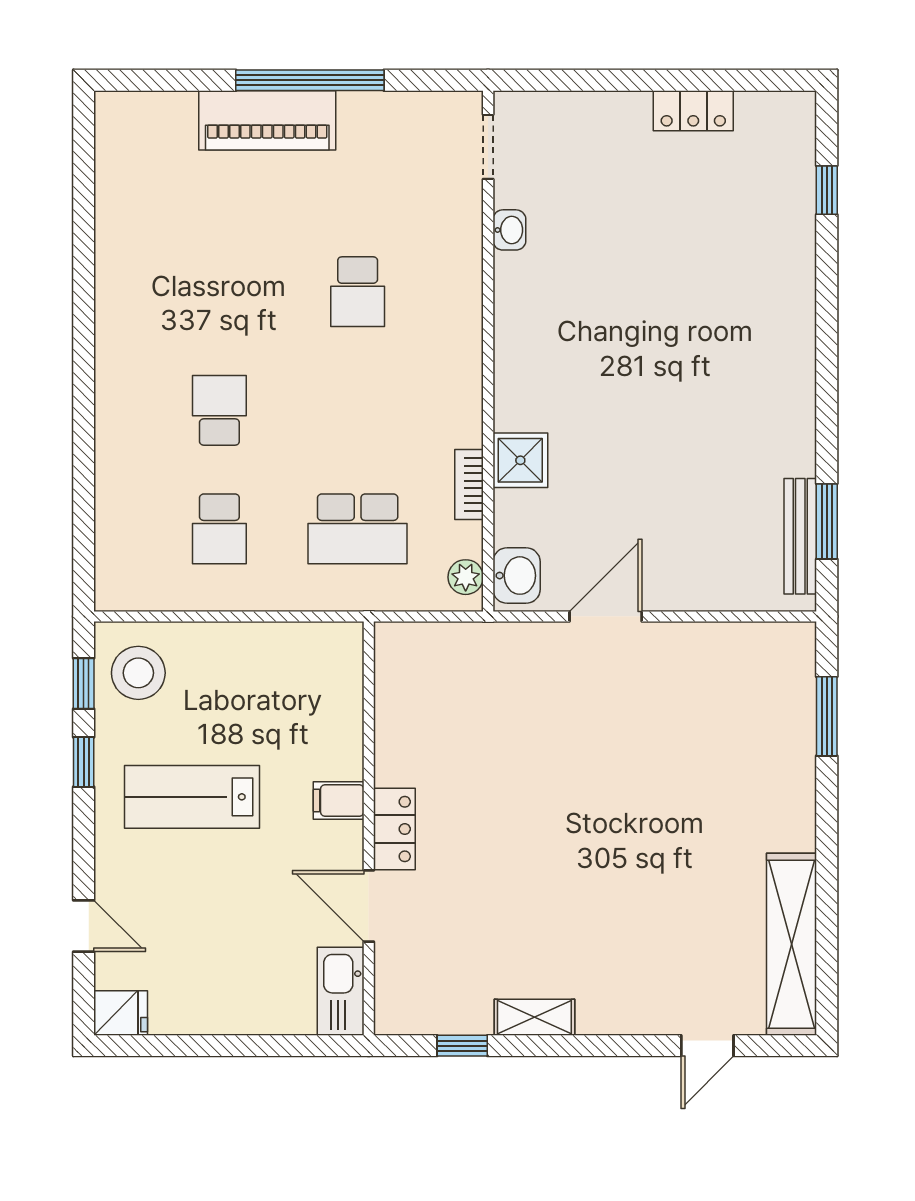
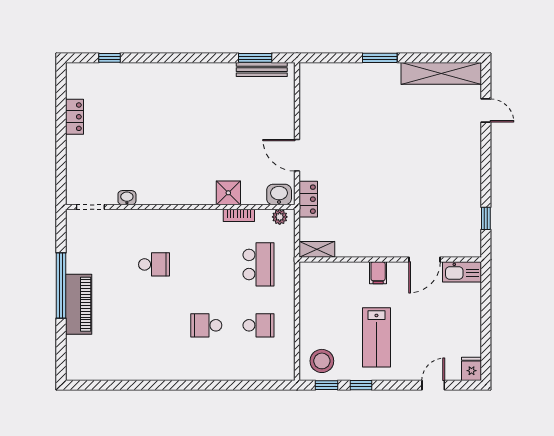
window: (827, 716) -> (380, 58), moved
locker: (394, 829) -> (308, 199), moved, turned 90
shelving: (534, 1017) -> (317, 249), moved, turned 90

